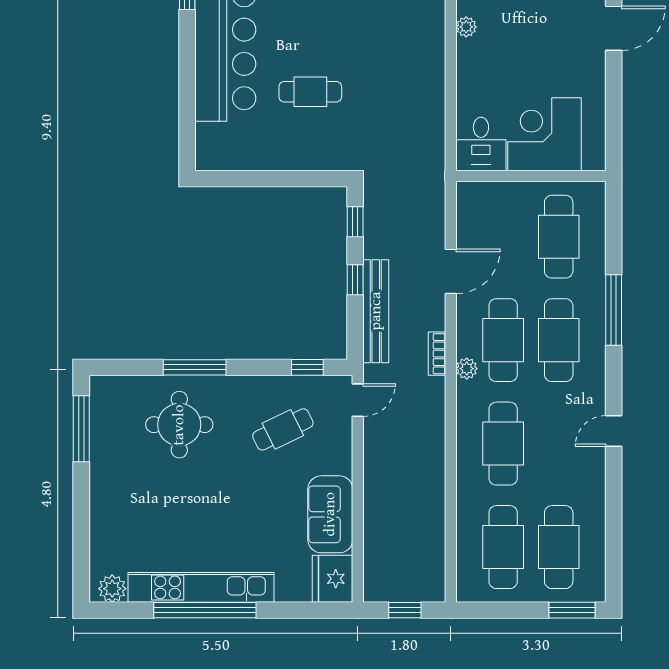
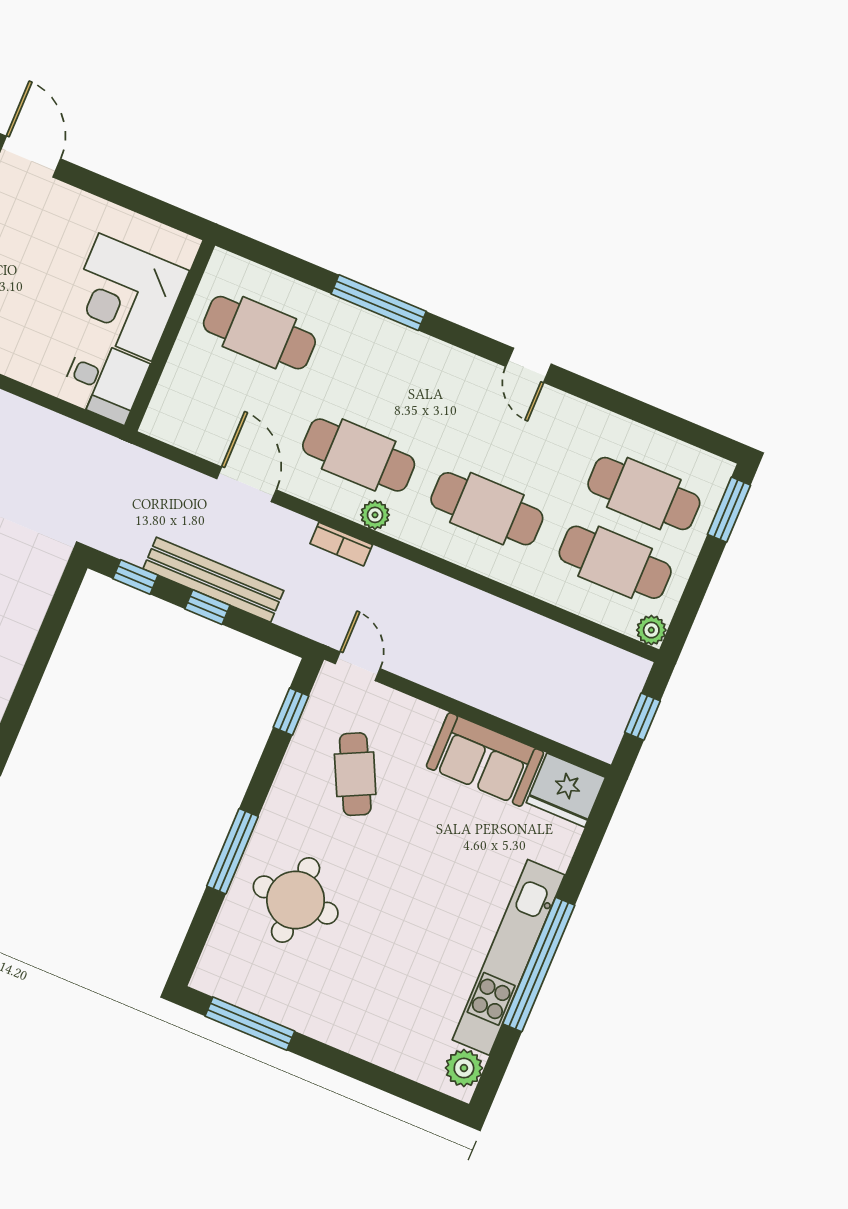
bench: (376, 311) -> (213, 580), moved
cafe table: (559, 340) -> (387, 386), removed
plant: (467, 591) -> (651, 630), added

